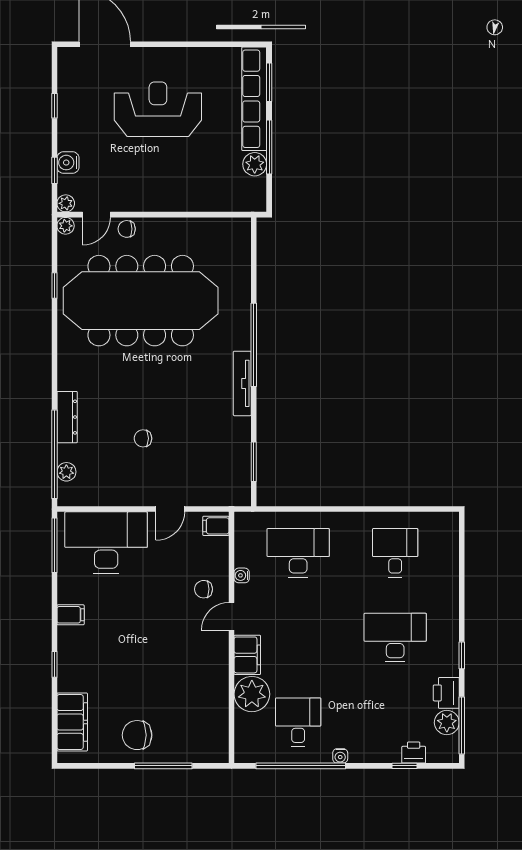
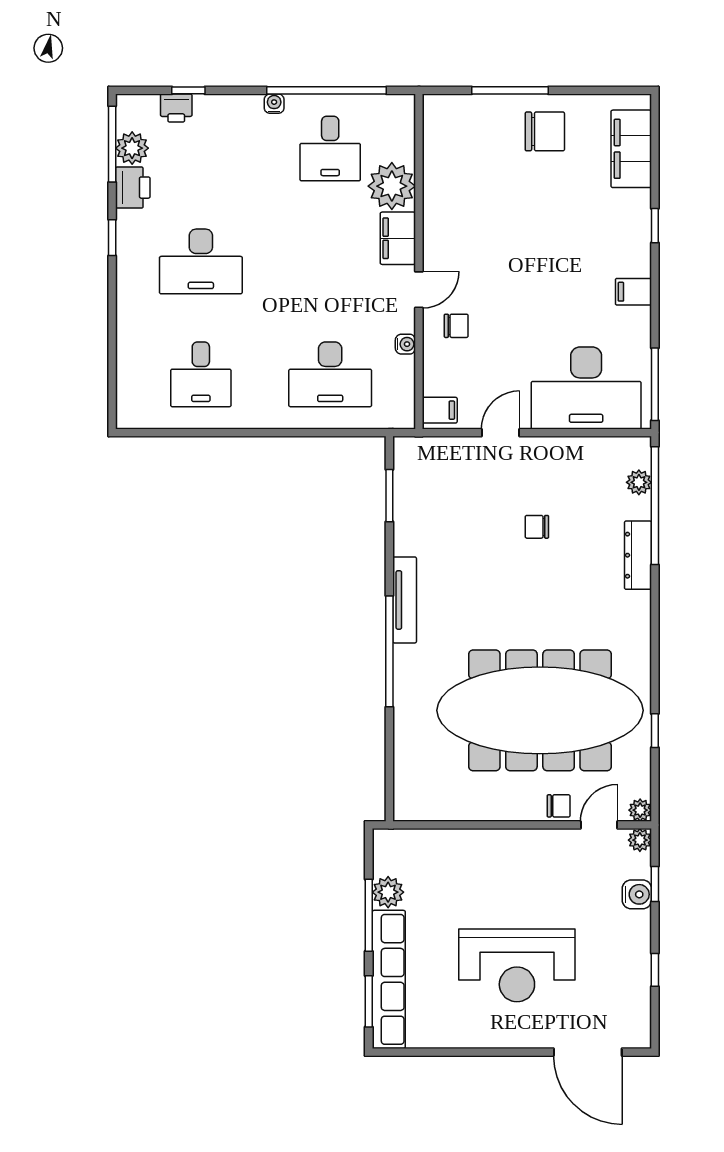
chair: (143, 438) -> (537, 527), turned 180

